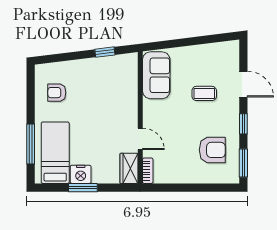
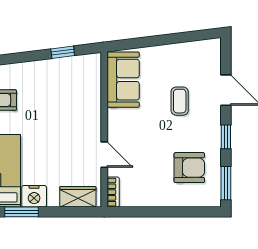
coffee table: (204, 93) -> (180, 101), turned 90
wardrobe: (129, 168) -> (78, 197), moved, turned 90
window: (83, 188) -> (22, 212), moved

